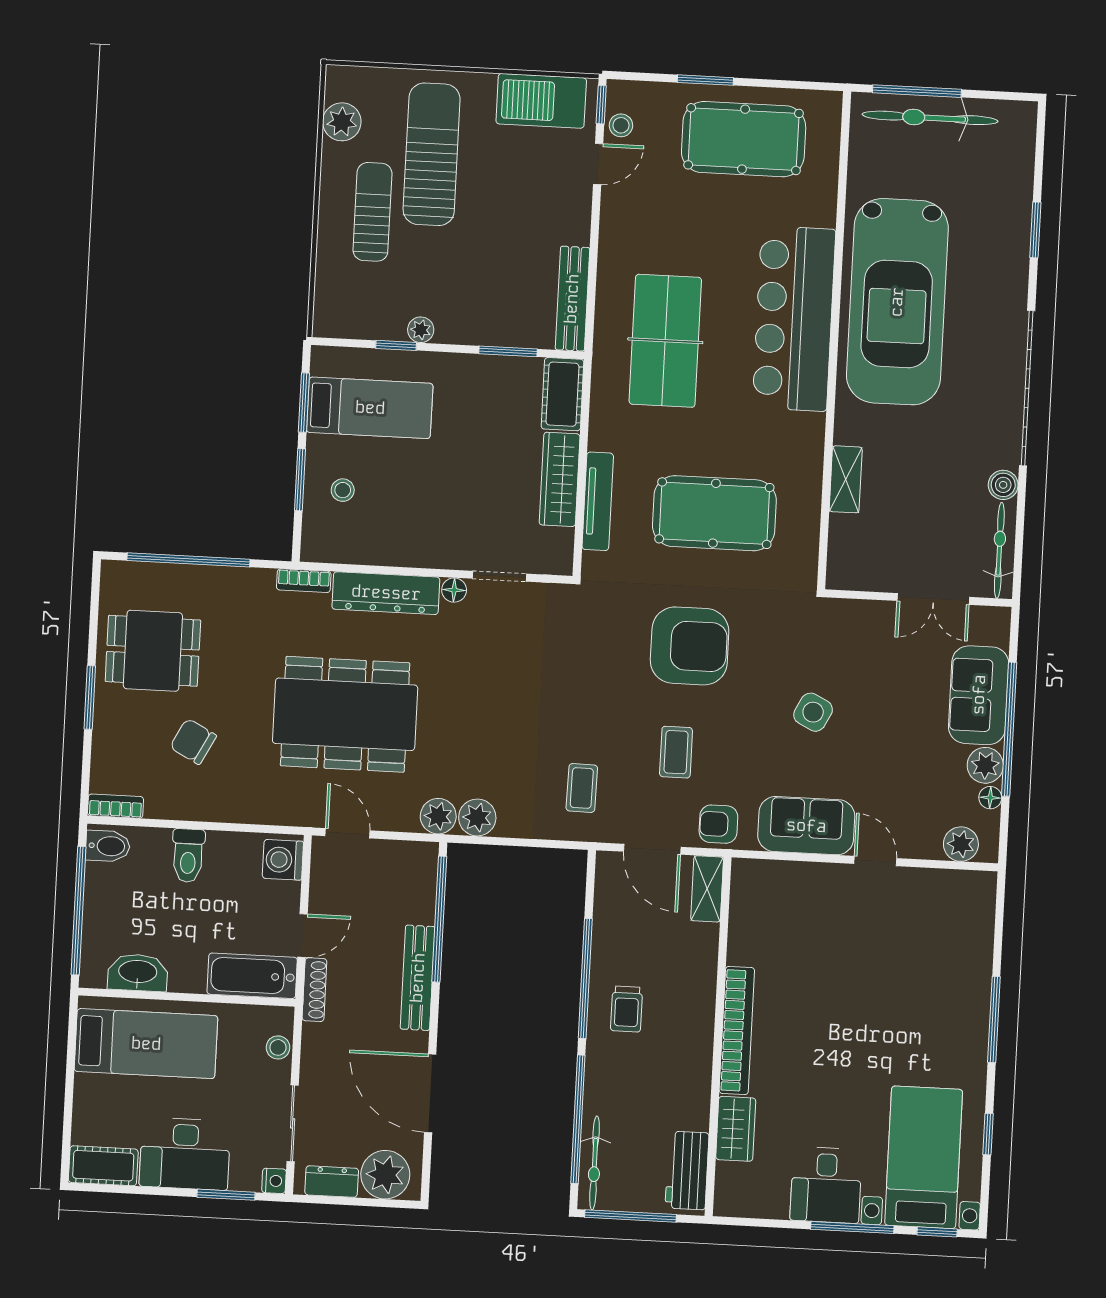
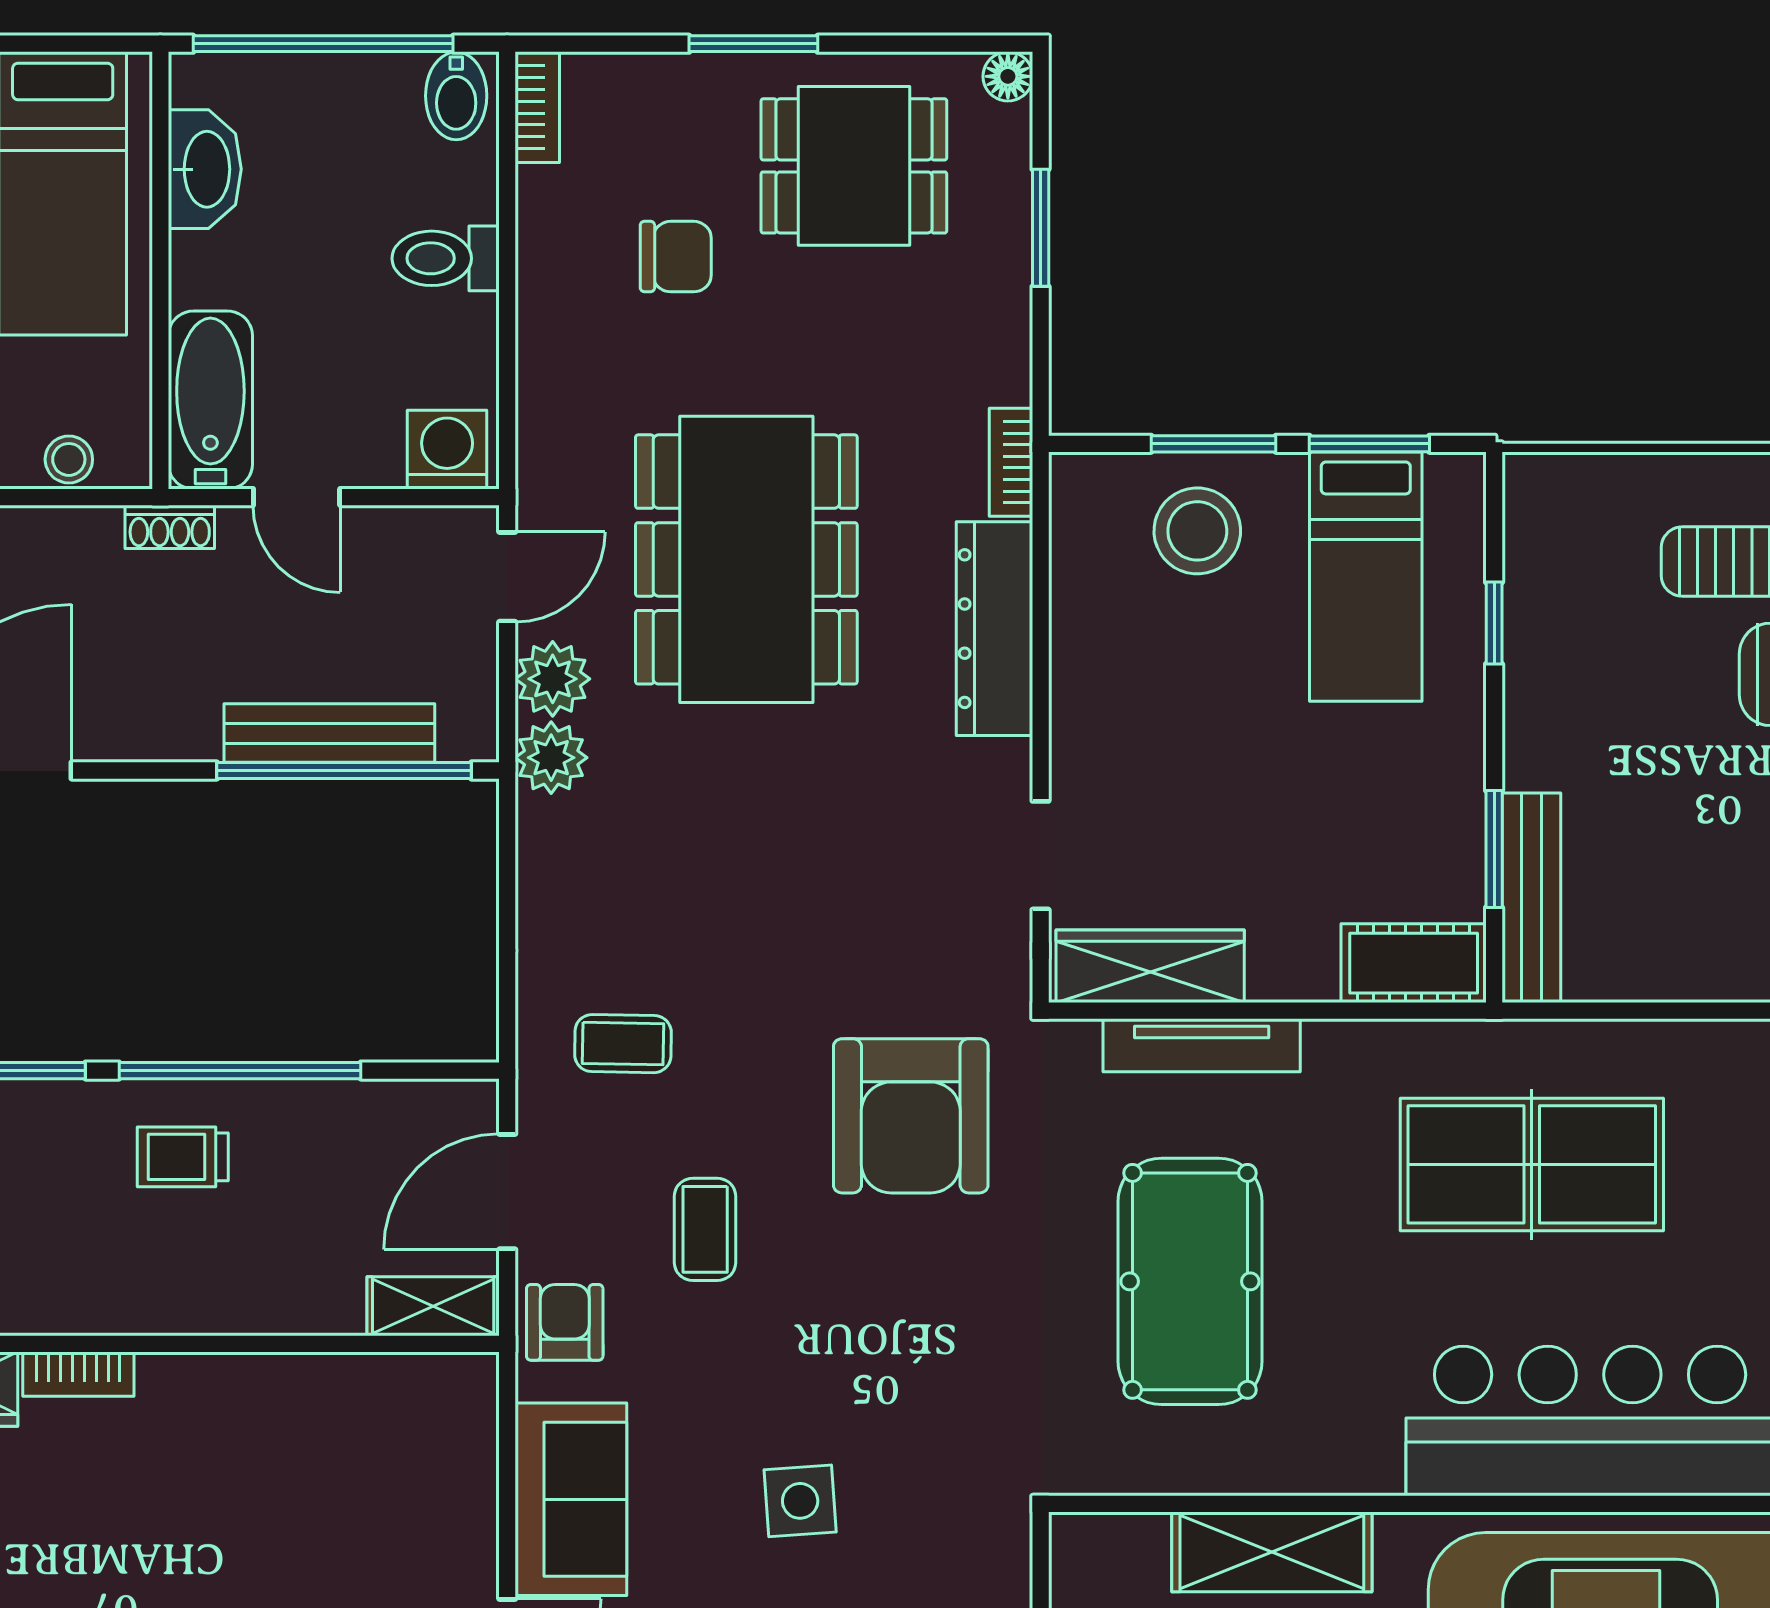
bench: (572, 299) -> (1531, 898), moved, turned 90
plant: (421, 330) -> (1528, 671), removed
wardrobe: (560, 479) -> (1150, 966), moved
shelving: (846, 479) -> (1272, 1552), width x1.50, depth x1.33
stool: (343, 490) -> (1197, 531), width x1.89, depth x1.89
window: (188, 560) -> (1041, 228), width x0.47
floor lamp: (454, 590) -> (1008, 76), moved
armchair: (690, 646) -> (911, 1116), moved
dining table: (153, 651) -> (854, 166), turned 90
side table: (813, 712) -> (800, 1501), turned -31
chair: (193, 741) -> (676, 257), turned 62
coffee table: (676, 752) -> (705, 1229), turned 90
plant: (477, 818) -> (553, 679), moved
bench: (418, 978) -> (329, 733), moved
shoe rack: (314, 990) -> (170, 527), width x0.70
bookcase: (737, 1031) -> (78, 1374), width x0.43, depth x0.76

